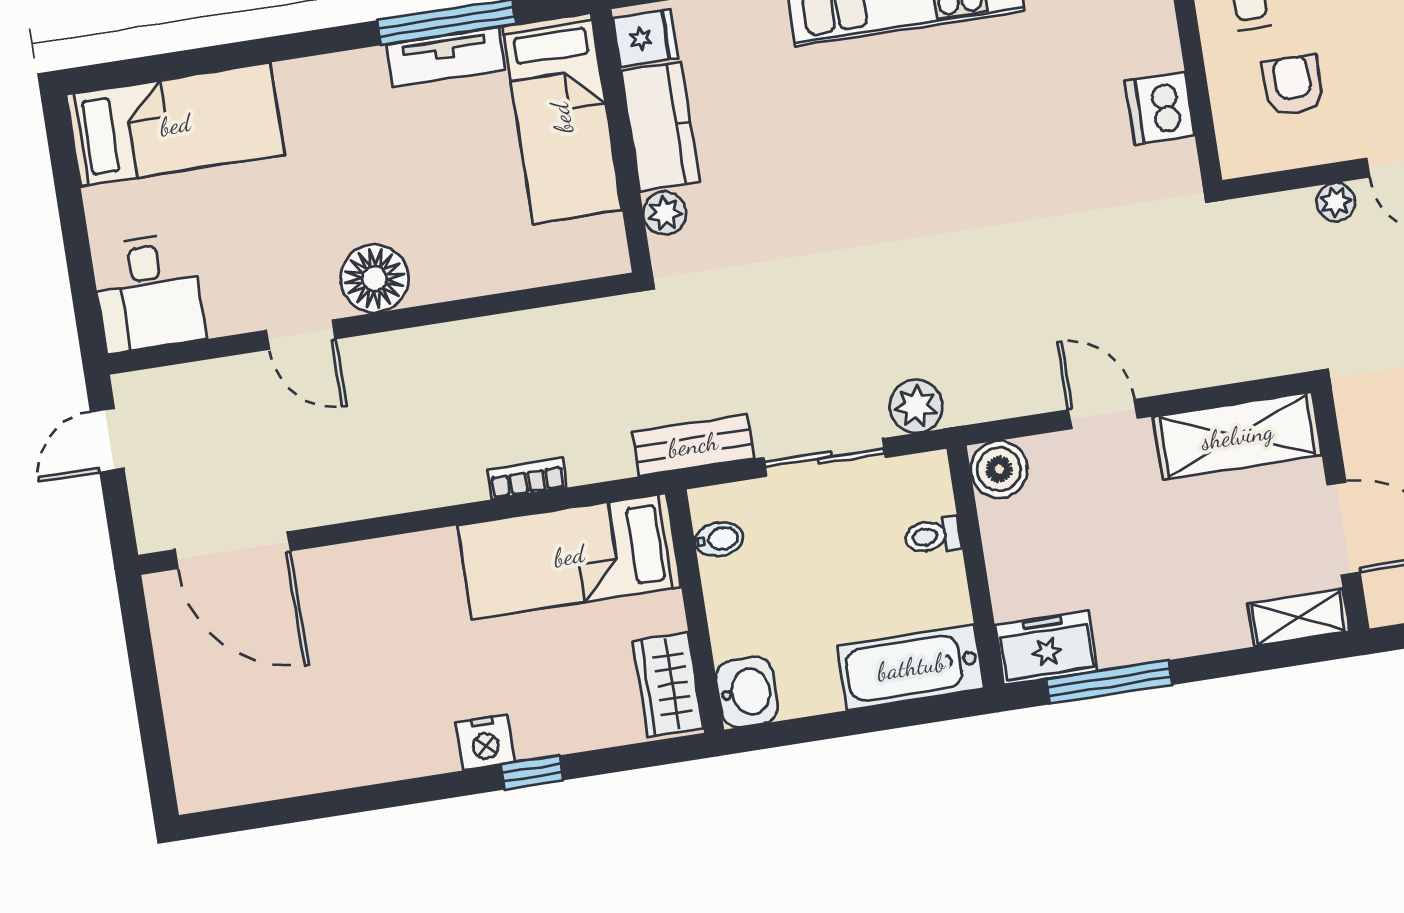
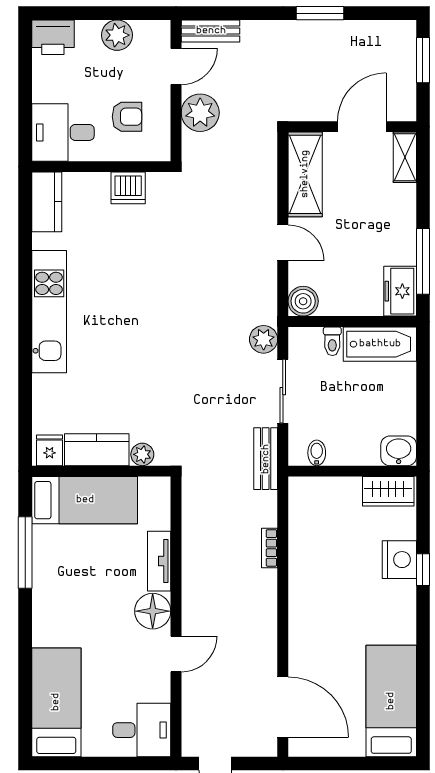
tv unit: (445, 57) -> (159, 561), moved, turned 180
armchair: (1293, 85) -> (127, 117), turned 180
plant: (1336, 202) -> (200, 113), width x1.88, depth x1.88
door: (1103, 414) -> (283, 243), swing flipped
door: (233, 550) -> (283, 707), hinge flipped
bed: (569, 556) -> (391, 701), moved, turned 180
bathtub: (911, 667) -> (380, 344), moved, turned -90
nightstand: (485, 742) -> (399, 560), moved, width x1.36, depth x1.33

